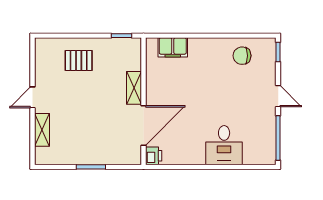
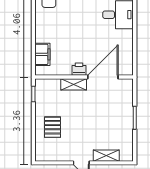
door: (143, 125) -> (103, 77), hinge flipped
printer: (154, 156) -> (79, 69), moved

